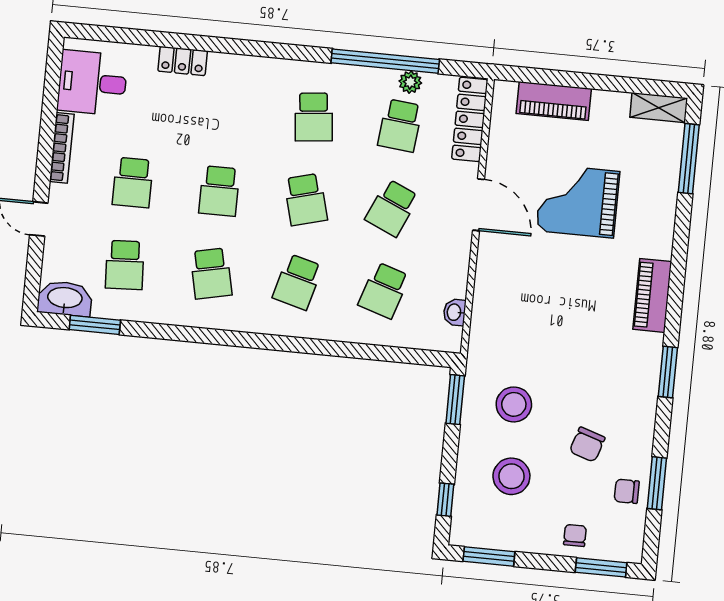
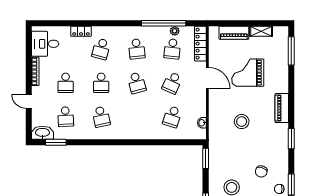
shelving: (659, 108) -> (261, 31), moved
school desk: (298, 282) -> (101, 49), moved
stool: (514, 404) -> (242, 122), moved

